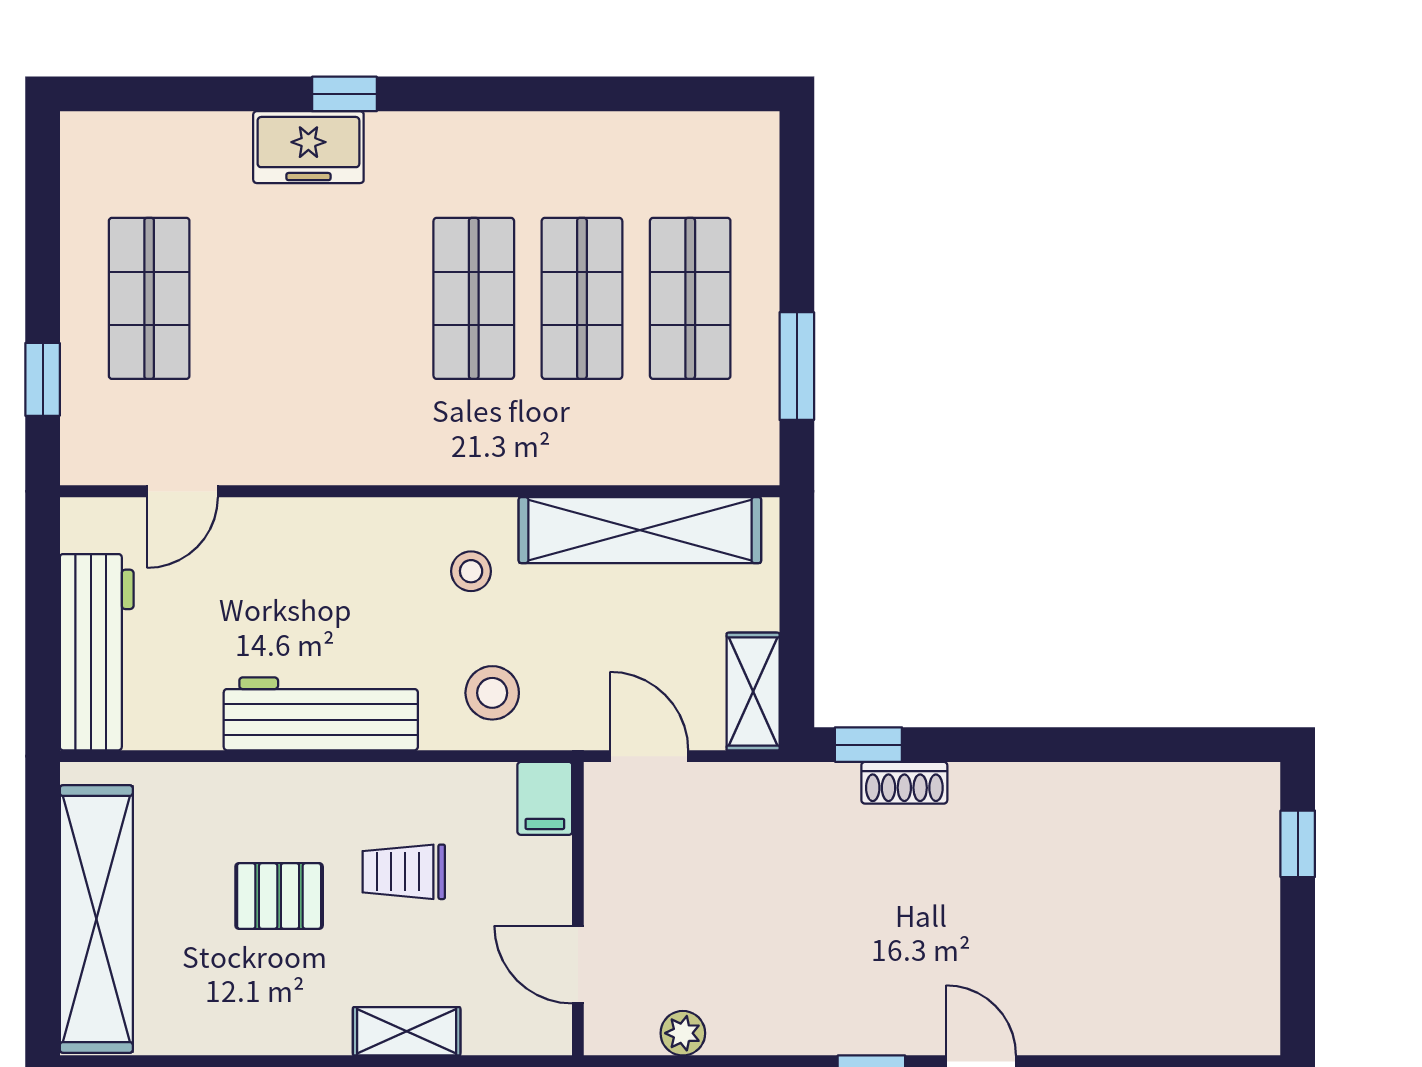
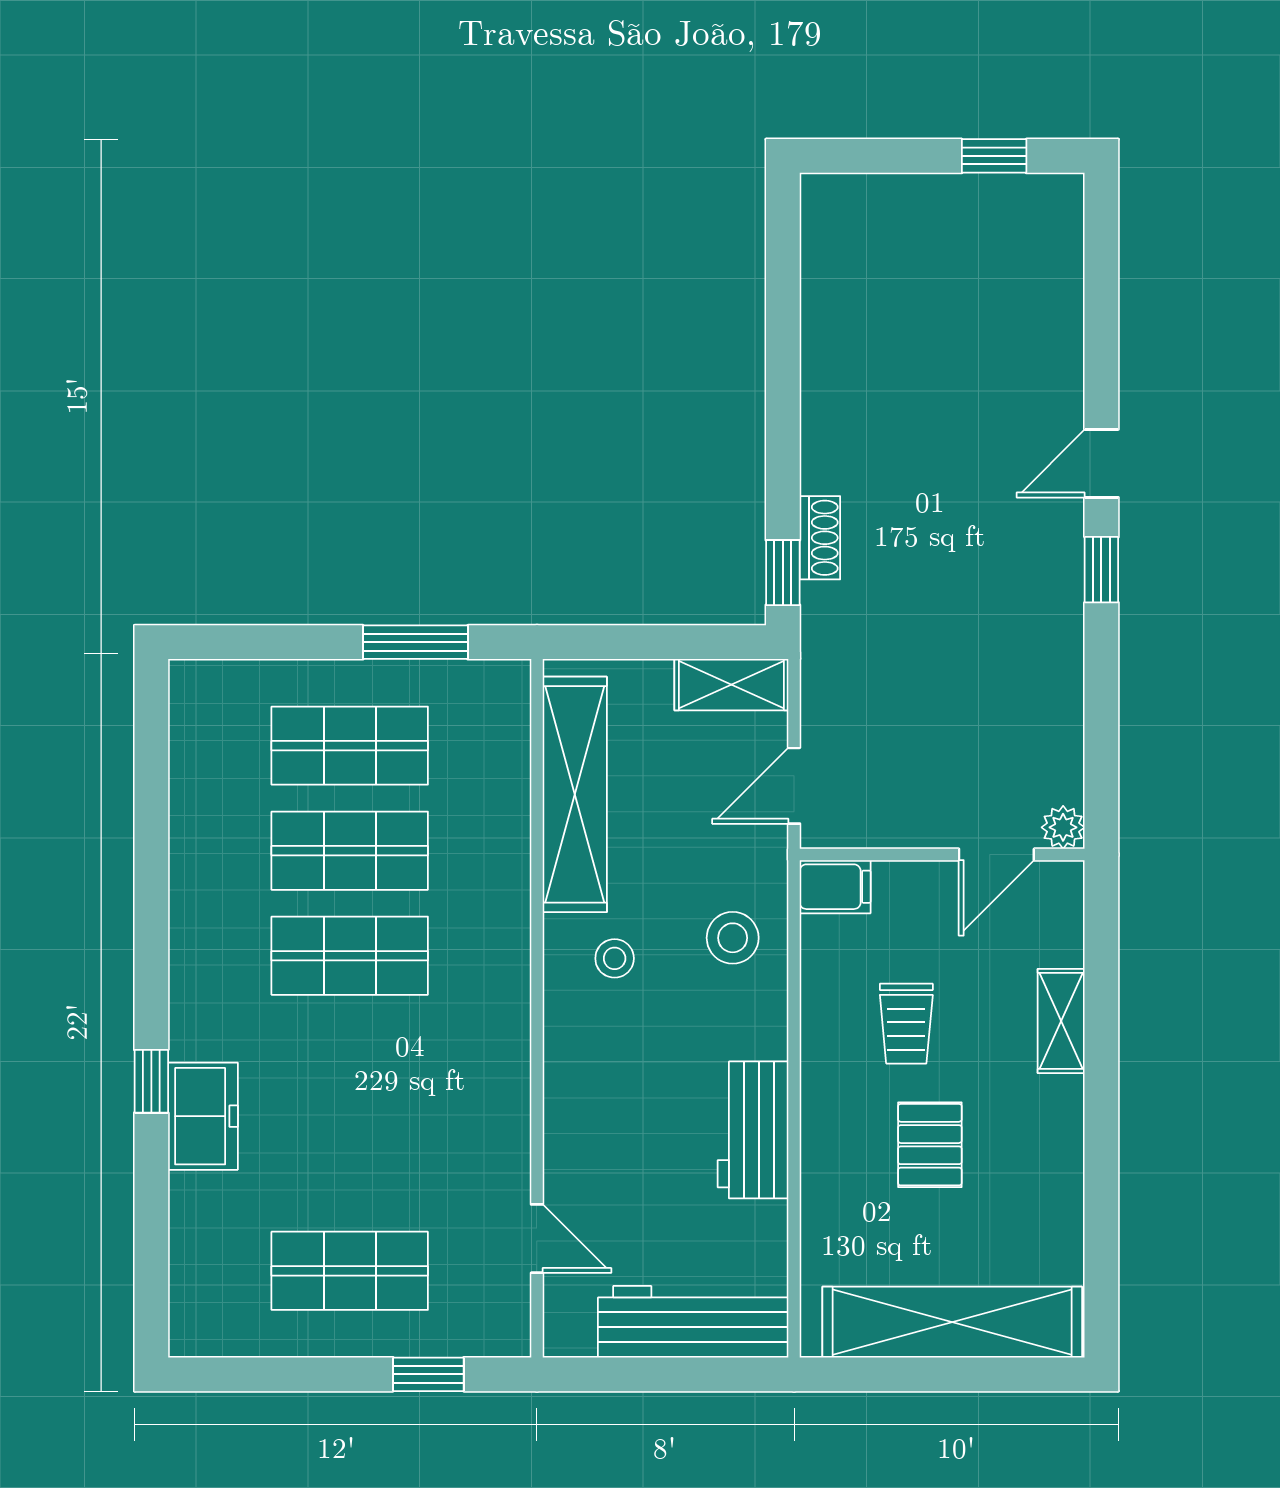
workbench: (321, 714) -> (753, 1130), width x0.73
window: (1298, 844) -> (994, 156), moved
plant: (683, 1033) -> (1063, 827), moved

